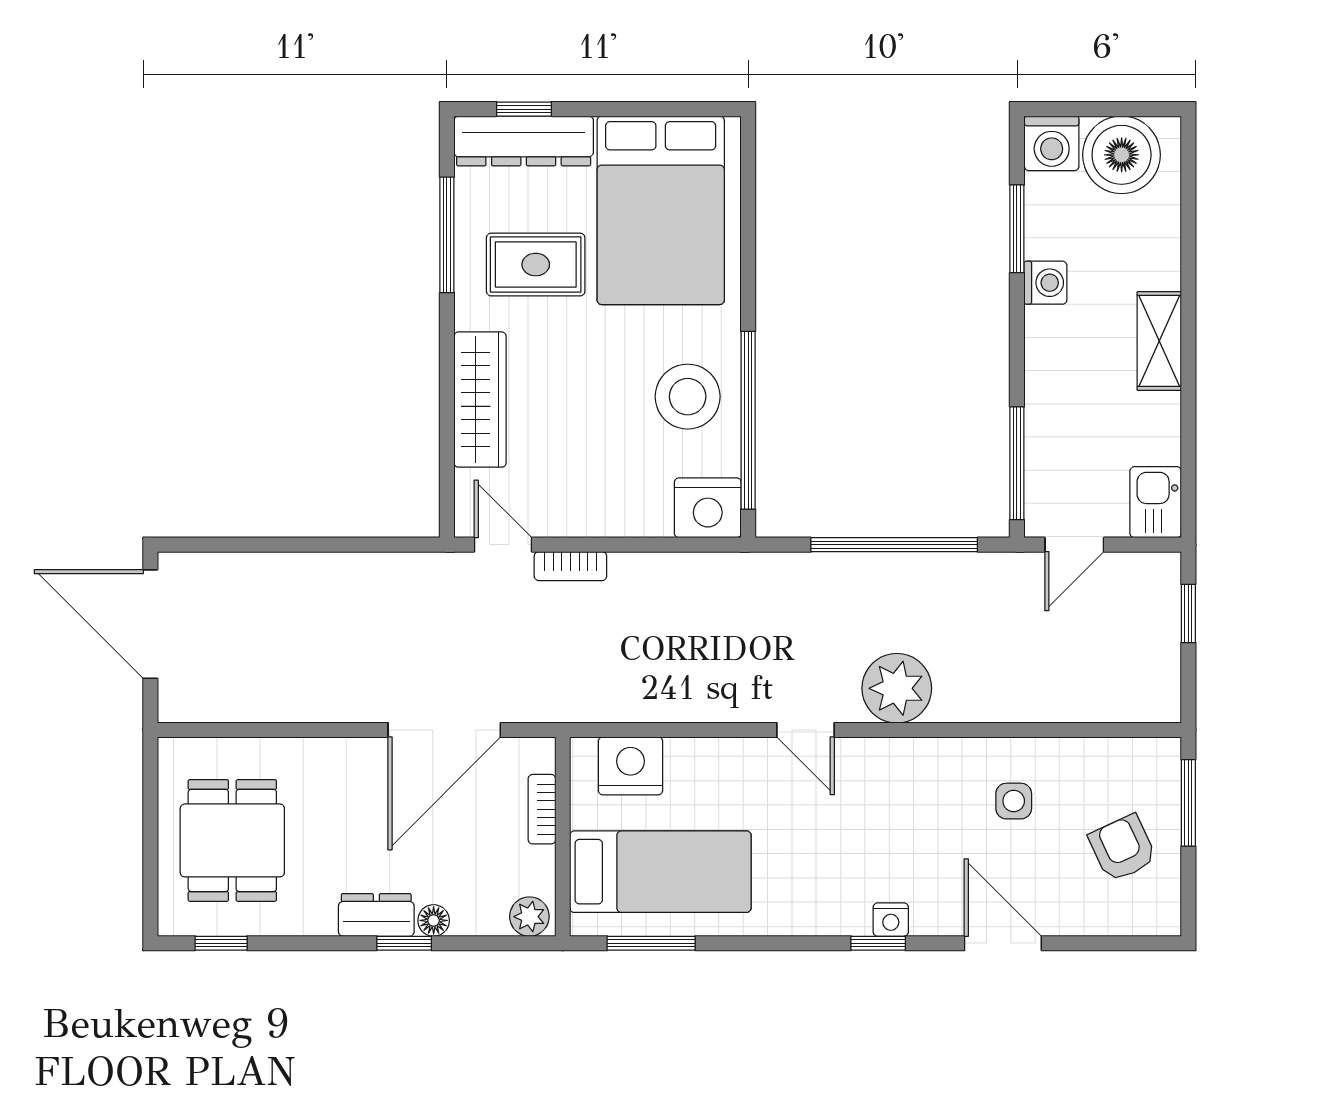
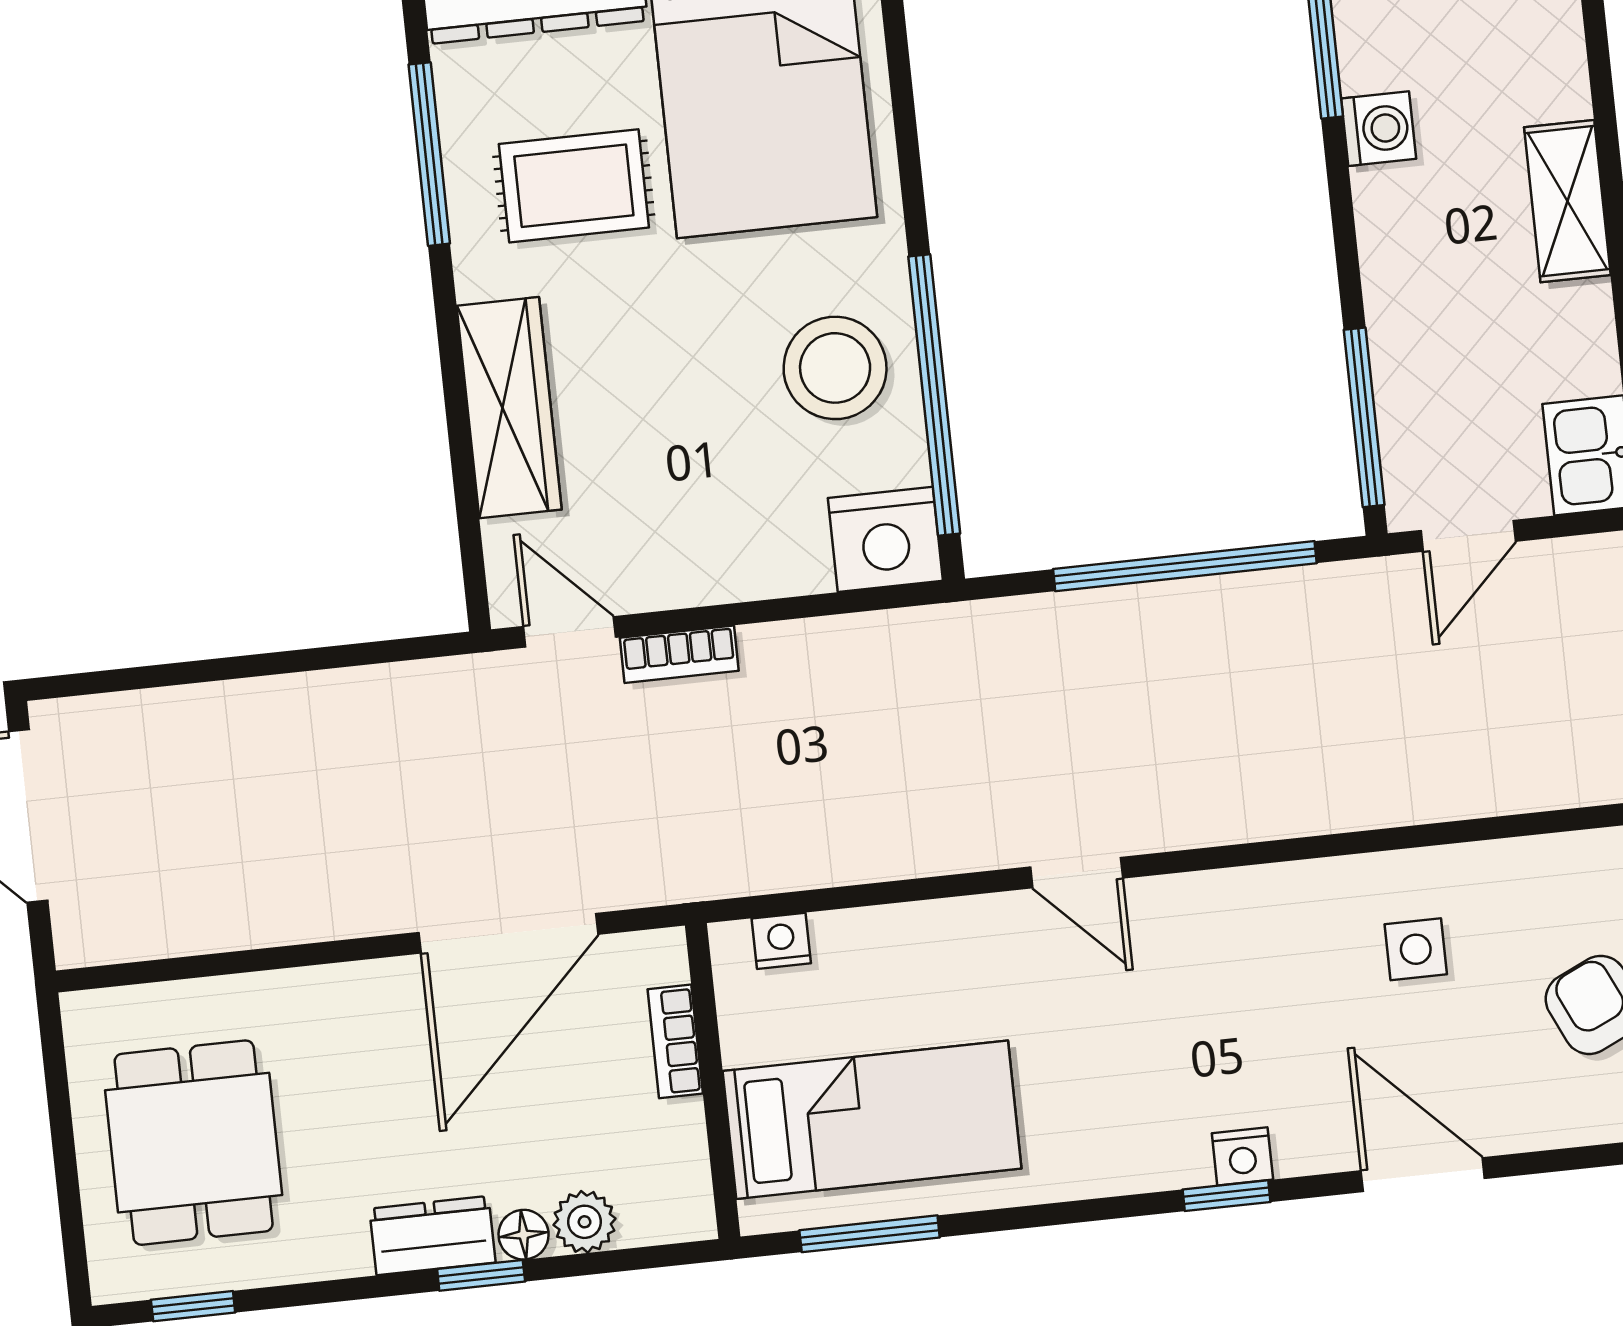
plant: (897, 688) -> (1213, 792), removed
nightstand: (630, 766) -> (781, 941), width x0.53, depth x0.56
plant: (529, 917) -> (585, 1222), moved

